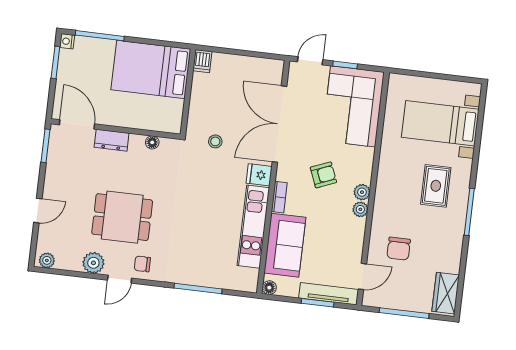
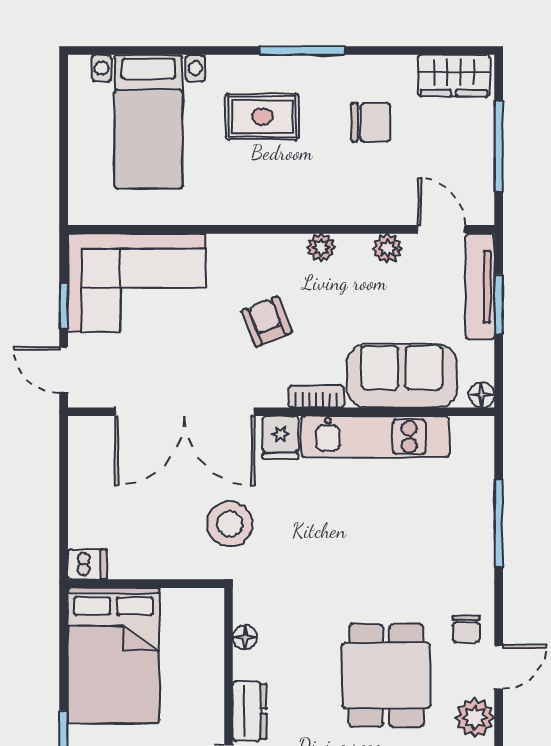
stool: (215, 141) -> (230, 524), width x1.89, depth x1.89
plant: (362, 192) -> (387, 248), moved
chair: (399, 249) -> (371, 122), moved
door: (120, 279) -> (499, 667), hinge flipped

